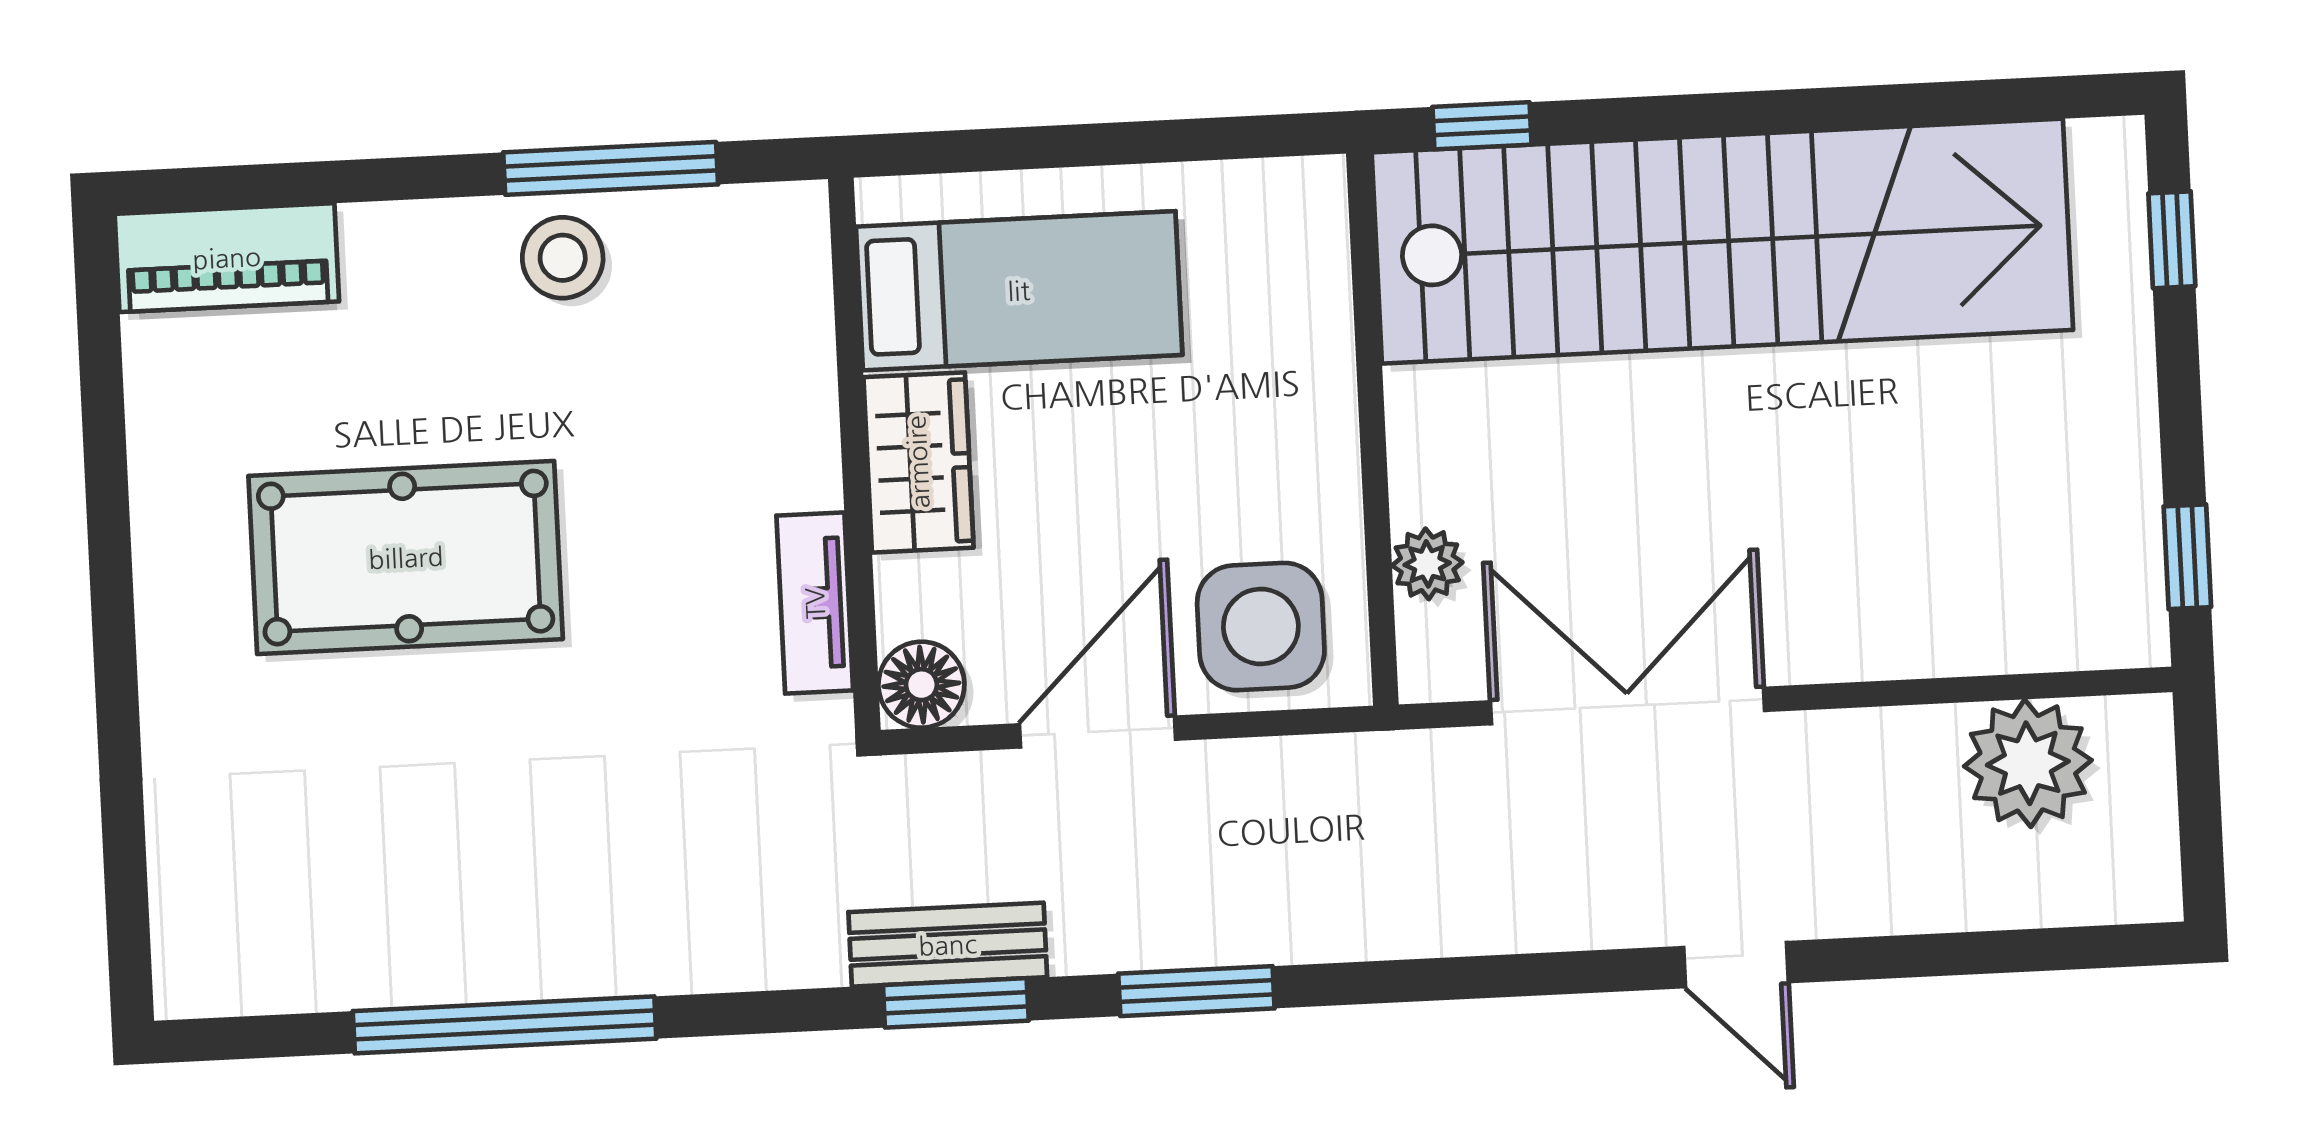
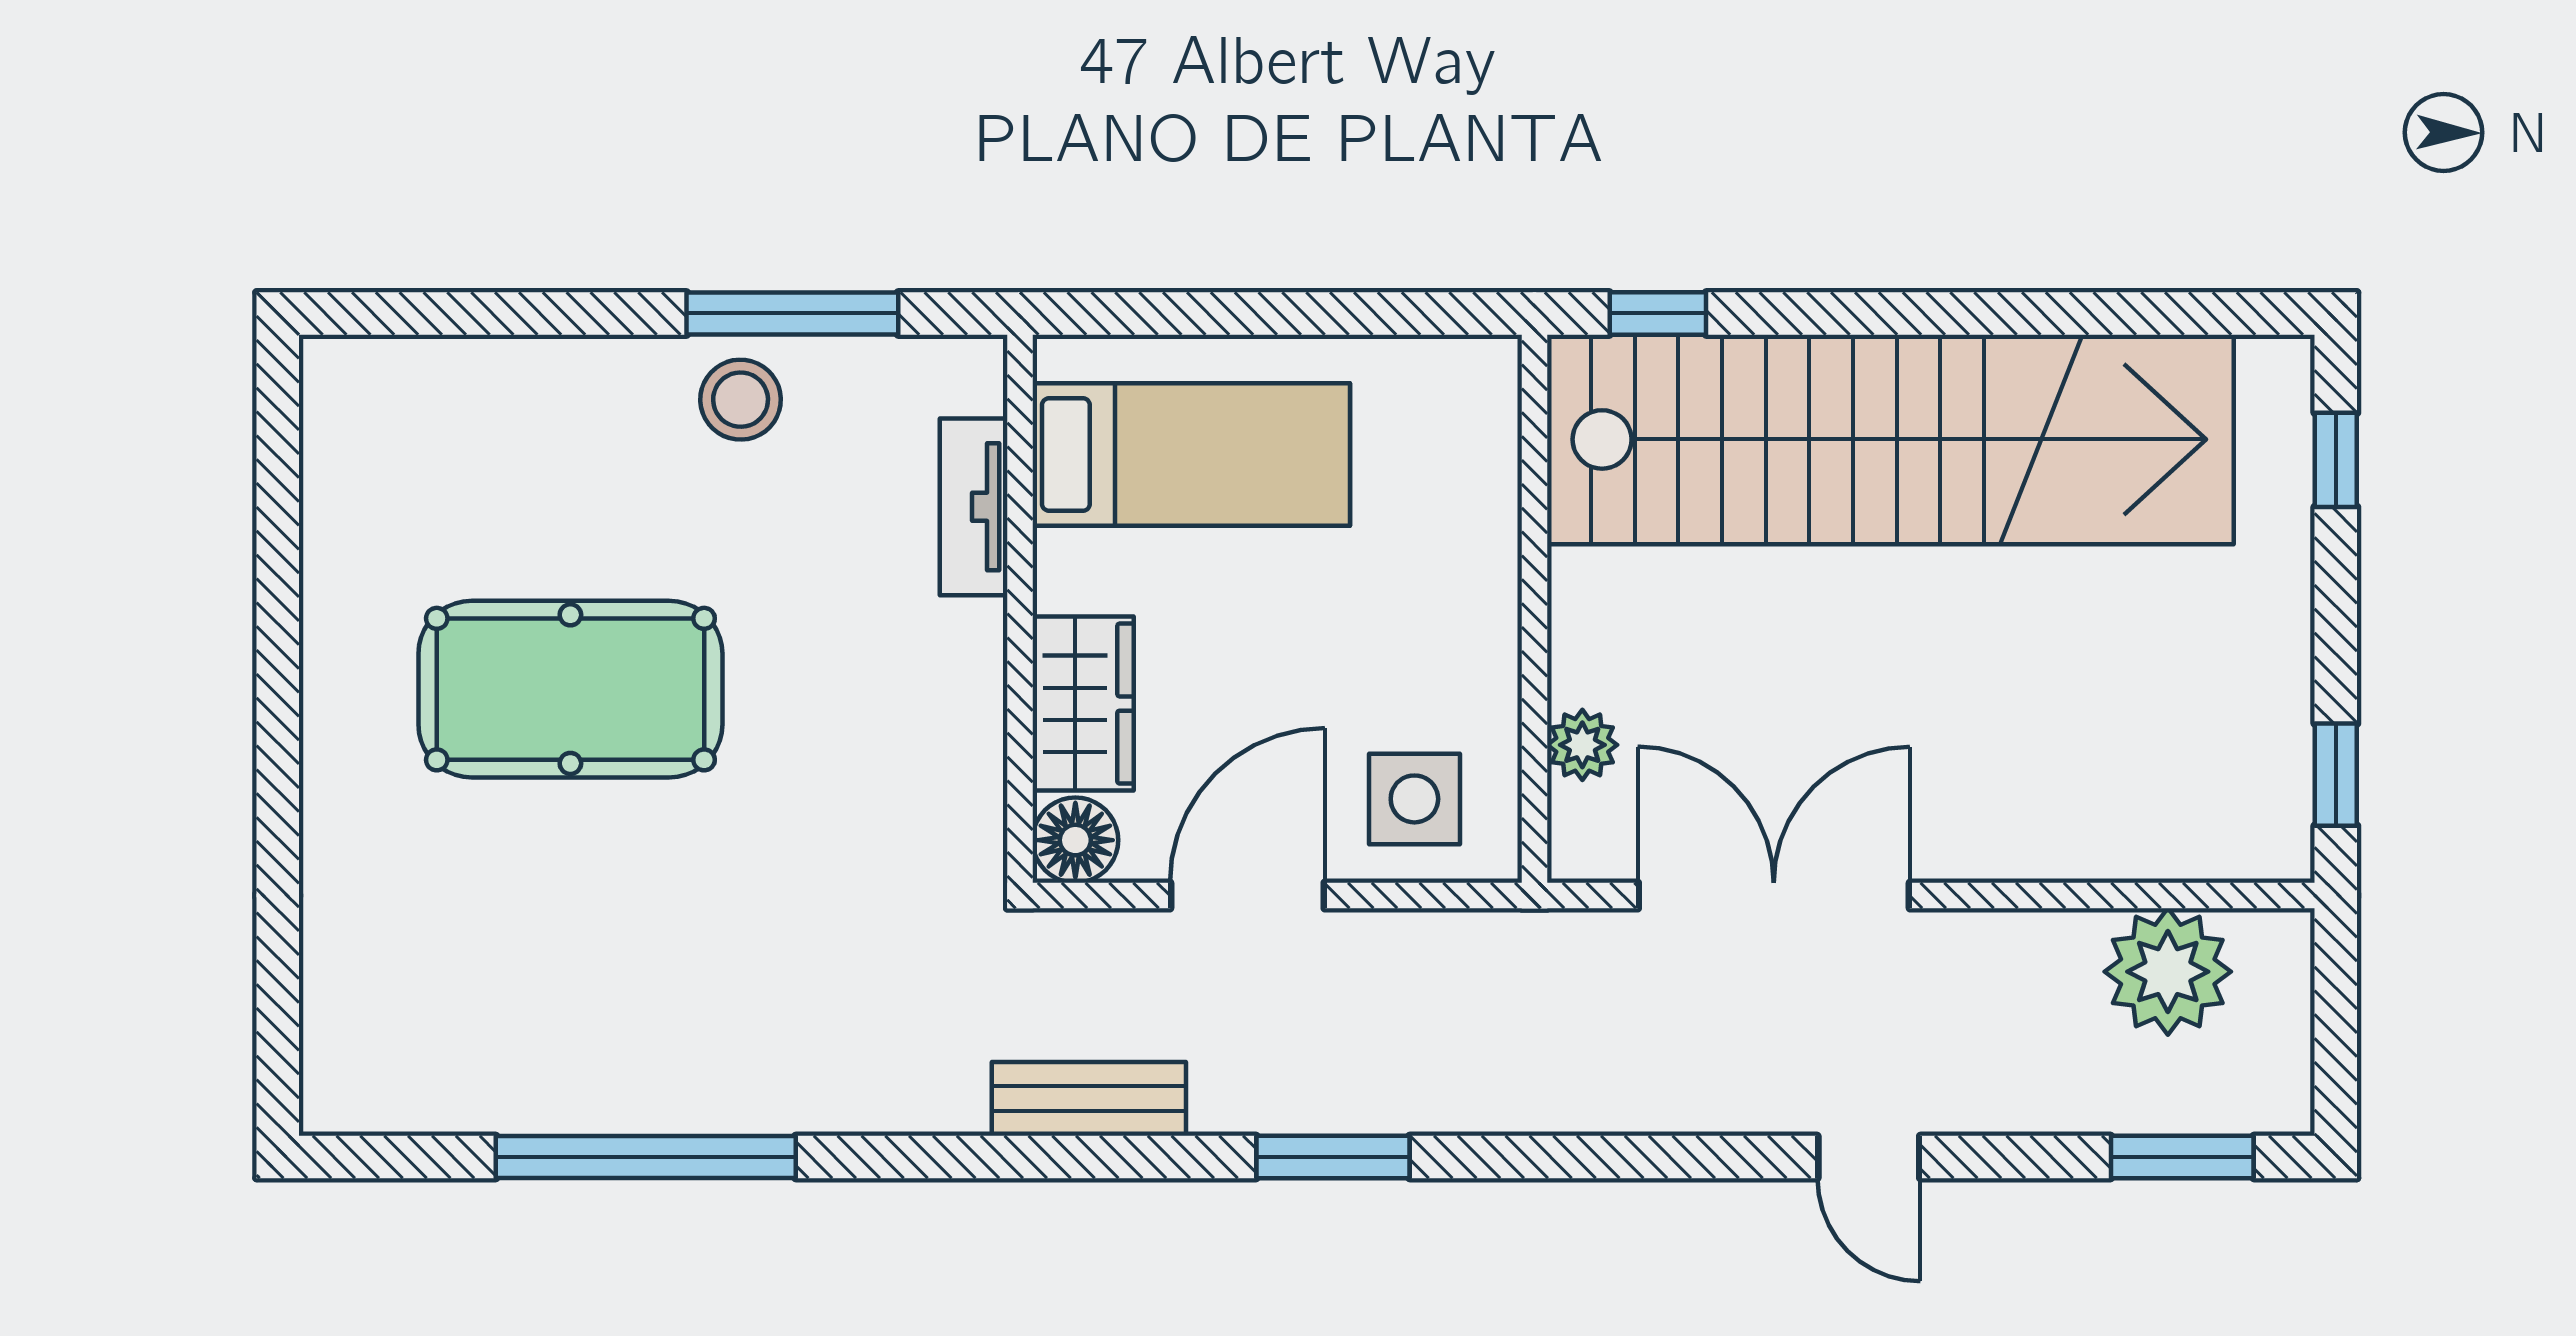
piano: (227, 258) -> (408, 383), removed
wardrobe: (918, 462) -> (1083, 704), moved
tv unit: (815, 603) -> (974, 507), moved
side table: (1261, 627) -> (1414, 799), width x0.73, depth x0.73
window: (956, 1003) -> (2182, 1157), moved

